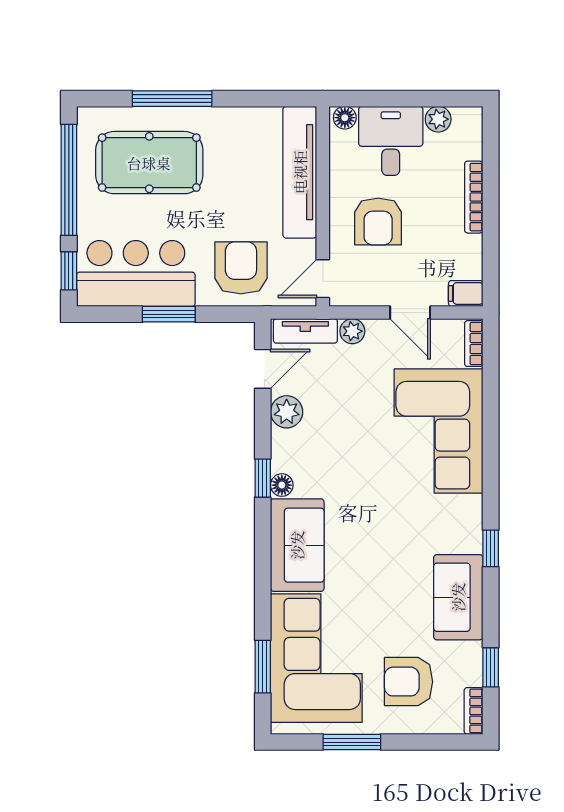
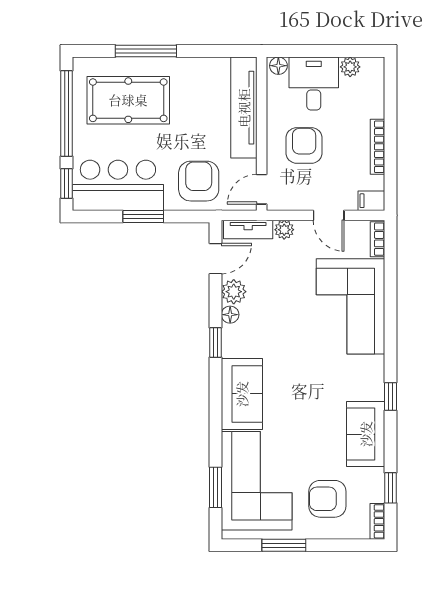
bookcase: (474, 197) -> (377, 147), moved
armchair: (378, 222) -> (304, 145), turned 180
floor lamp: (282, 485) -> (230, 315), moved

